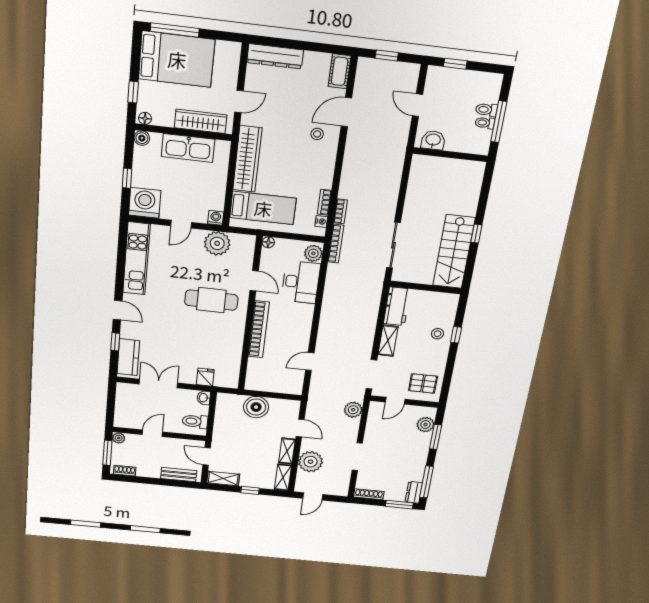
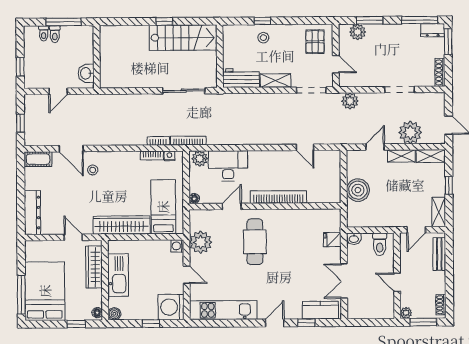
toilet: (485, 123) -> (44, 33), moved

